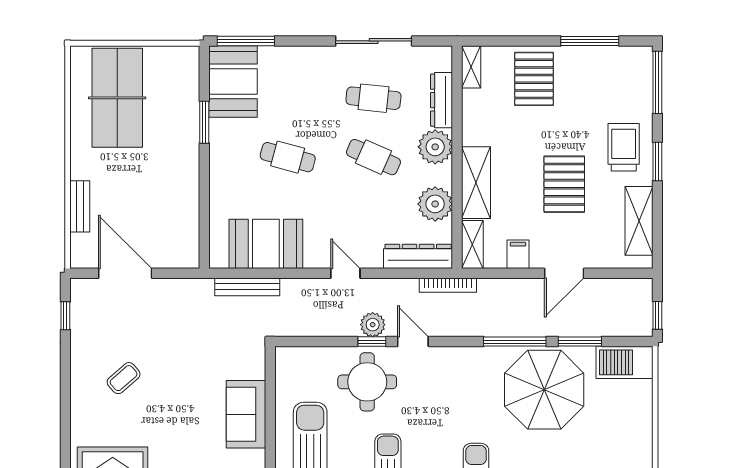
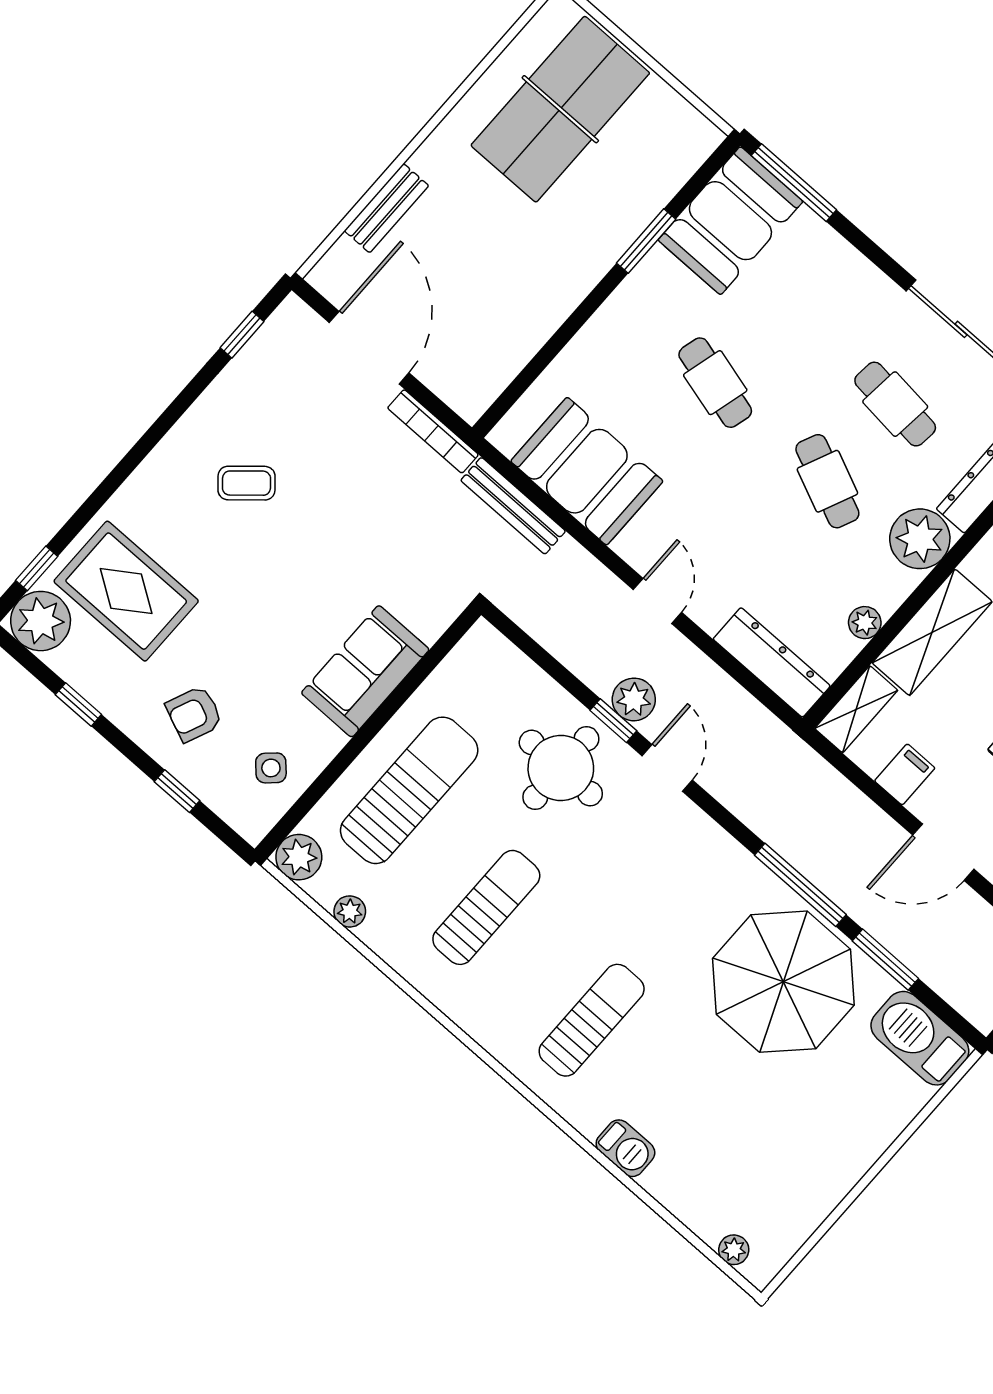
plant: (435, 204) -> (865, 623), width x0.53, depth x0.53
bookcase: (448, 285) -> (433, 431), moved

